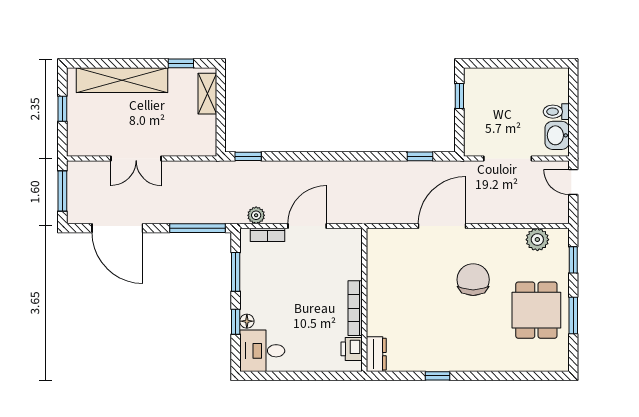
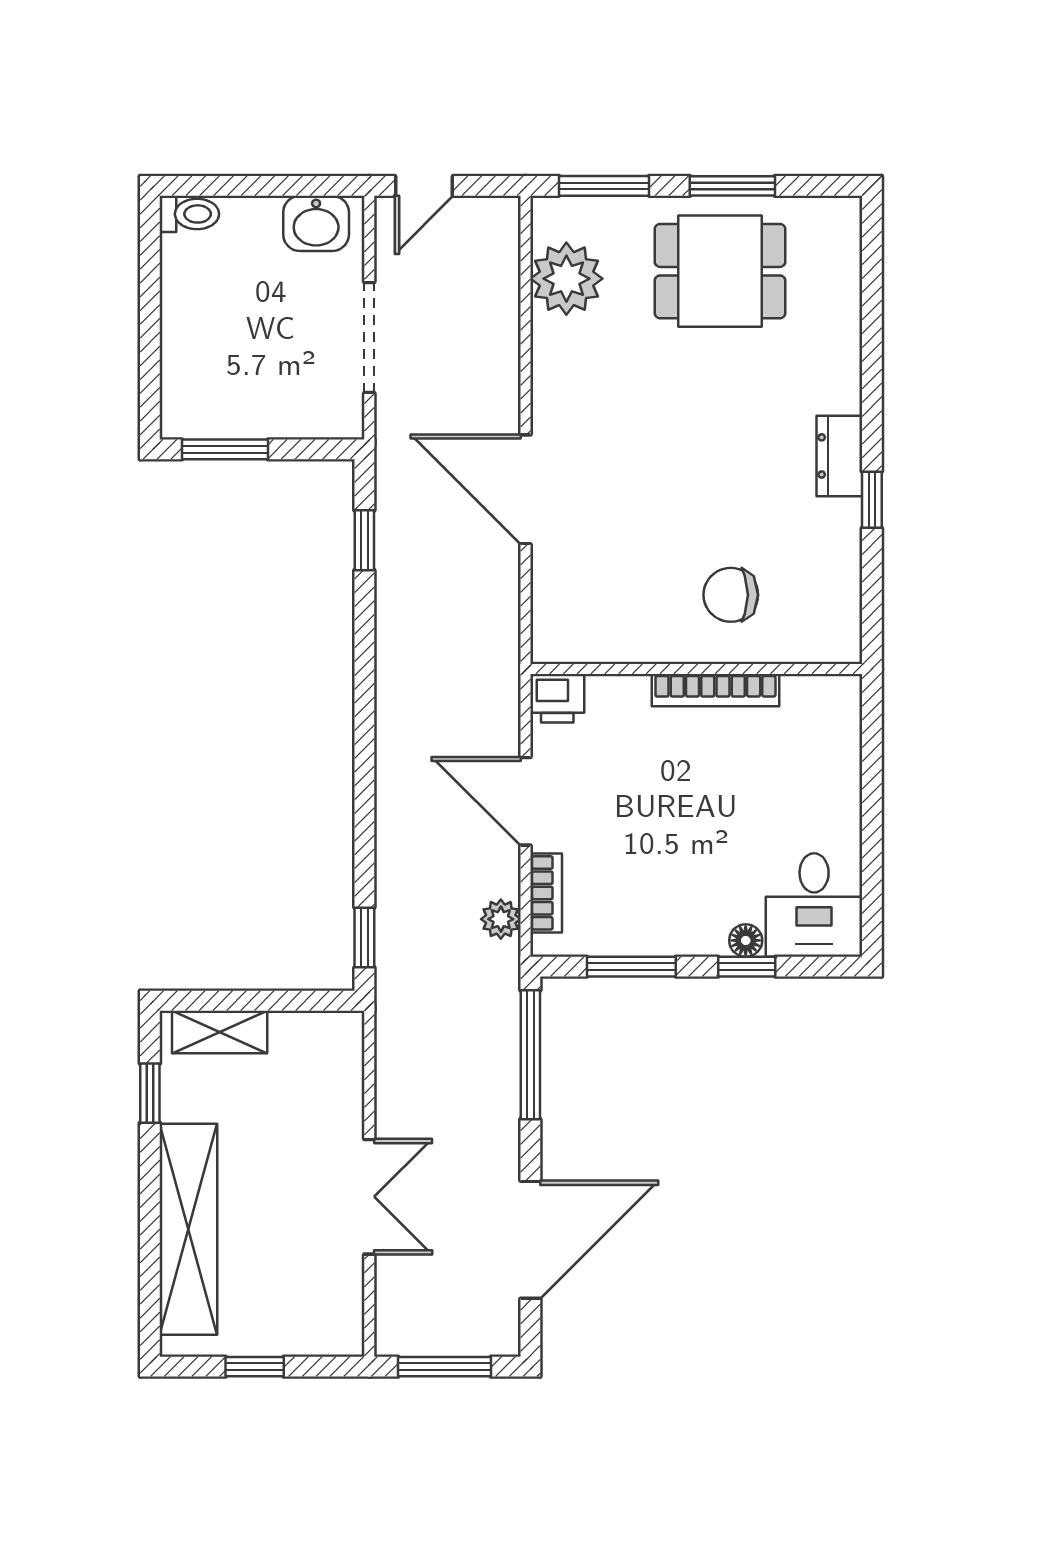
window: (459, 96) -> (225, 449), width x1.50
toilet: (556, 112) -> (189, 214), moved, turned -90
plant: (537, 240) -> (566, 279), width x1.36, depth x1.36
window: (573, 260) -> (604, 186), width x1.50
chair: (473, 280) -> (731, 595), moved, width x0.73, depth x0.73
printer: (352, 349) -> (557, 698), moved
dresser: (376, 354) -> (839, 456), moved, turned -90

